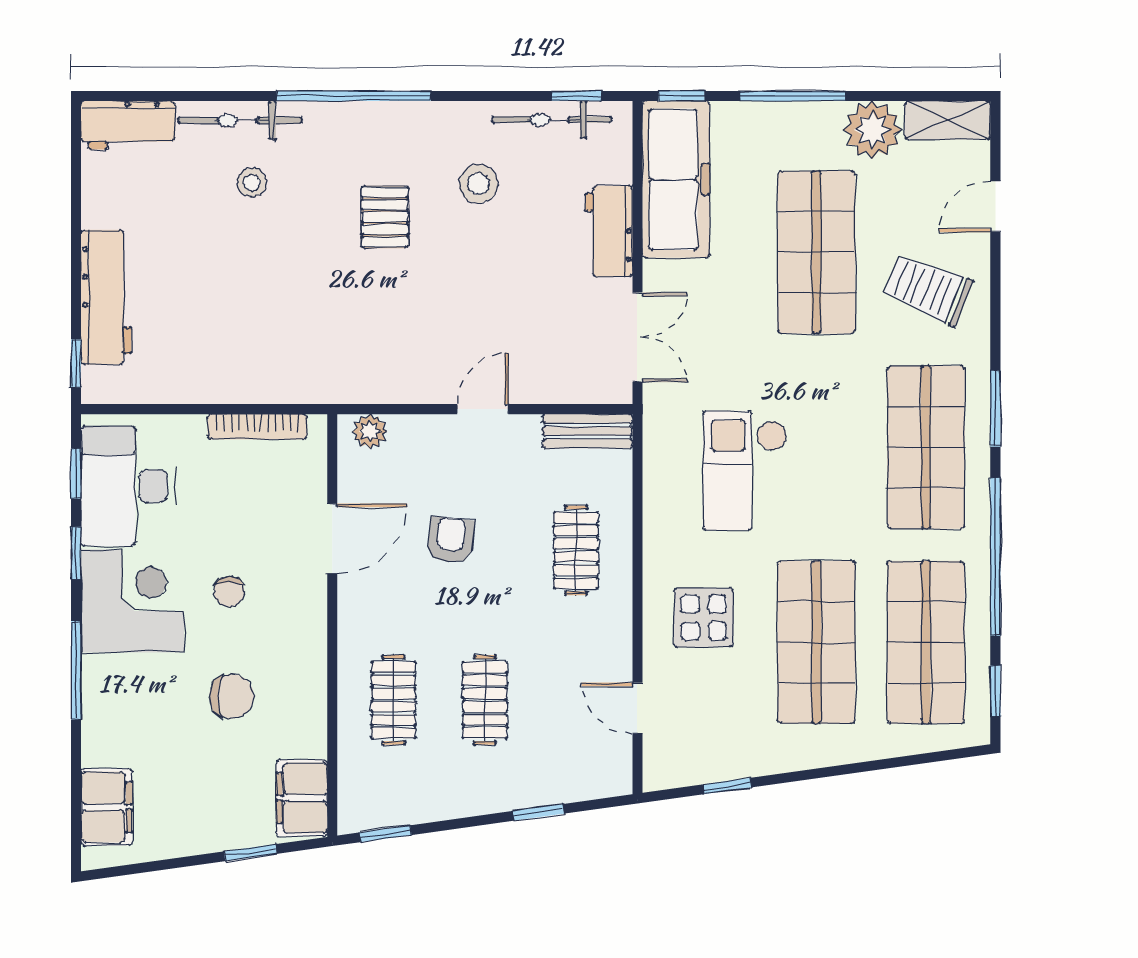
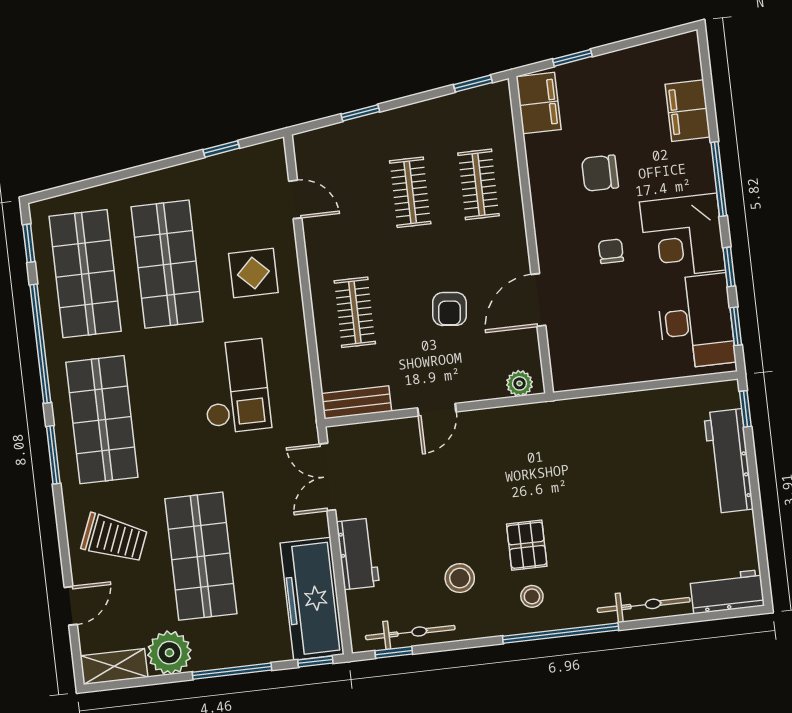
stool: (252, 182) -> (532, 596), moved
bookcase: (257, 427) -> (604, 377), removed
filing cabinet: (106, 807) -> (688, 111), moved

